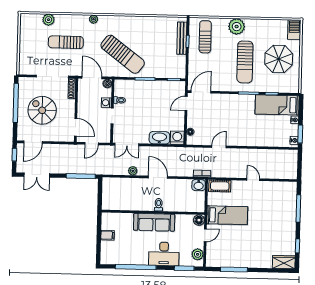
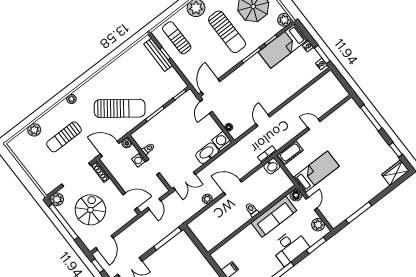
plant: (24, 83) -> (57, 199), added
plant: (293, 87) -> (284, 20), added
spiral stairs: (42, 110) -> (90, 210), turned 90
sofa: (154, 222) -> (274, 217), moved

